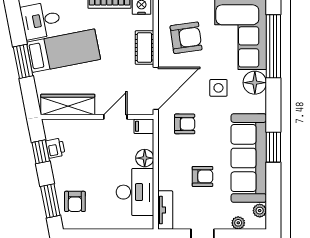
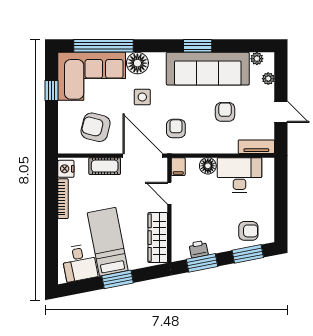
armchair: (186, 38) -> (96, 127), turned -68
window: (41, 152) -> (202, 263), width x1.50

